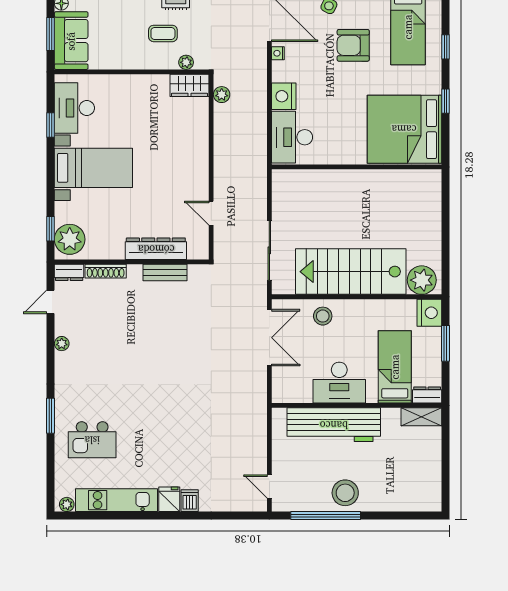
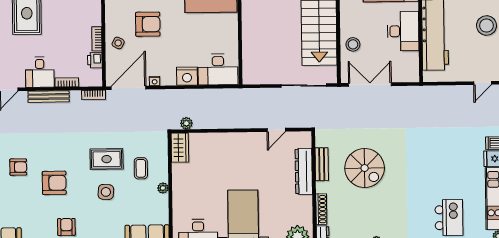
armchair: (353, 45) -> (148, 24), turned -90
plant: (186, 62) -> (163, 188), moved
spiral stairs: (159, 329) -> (365, 168), added

